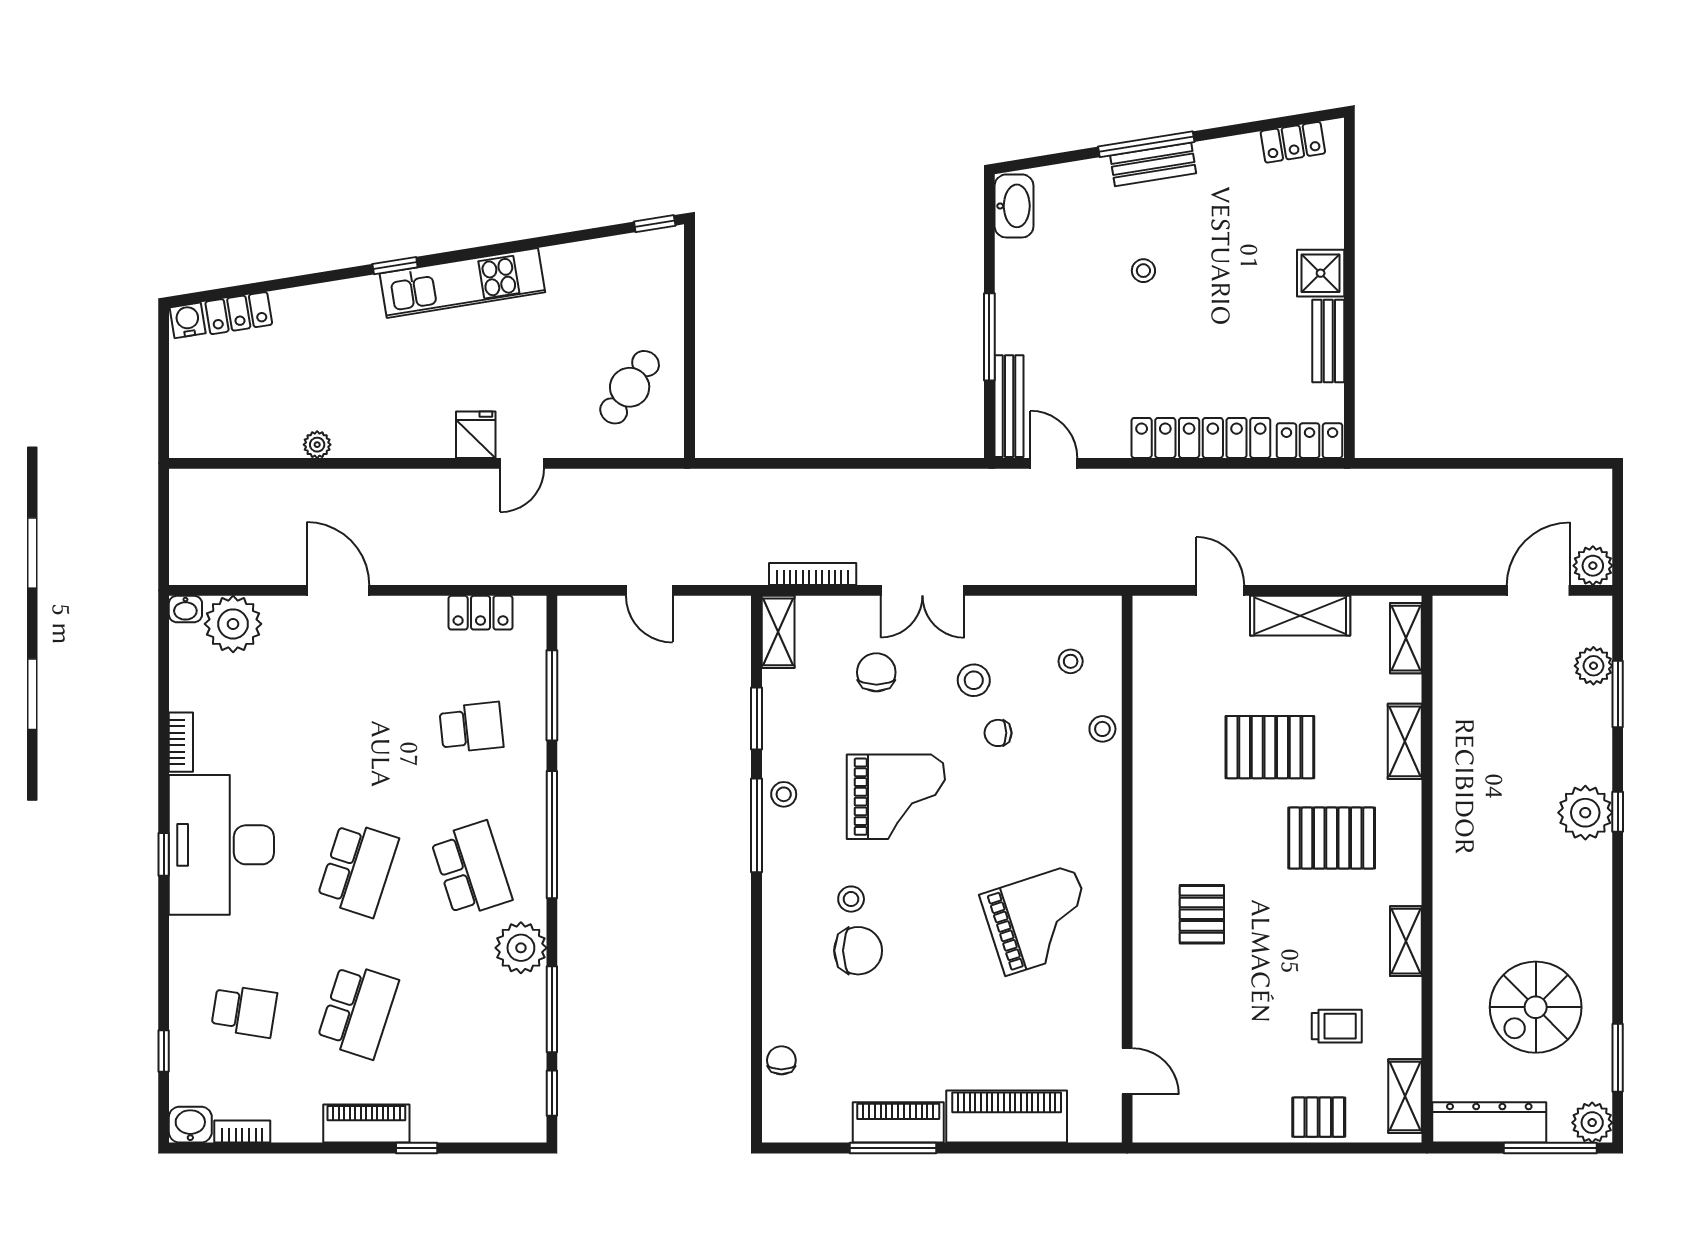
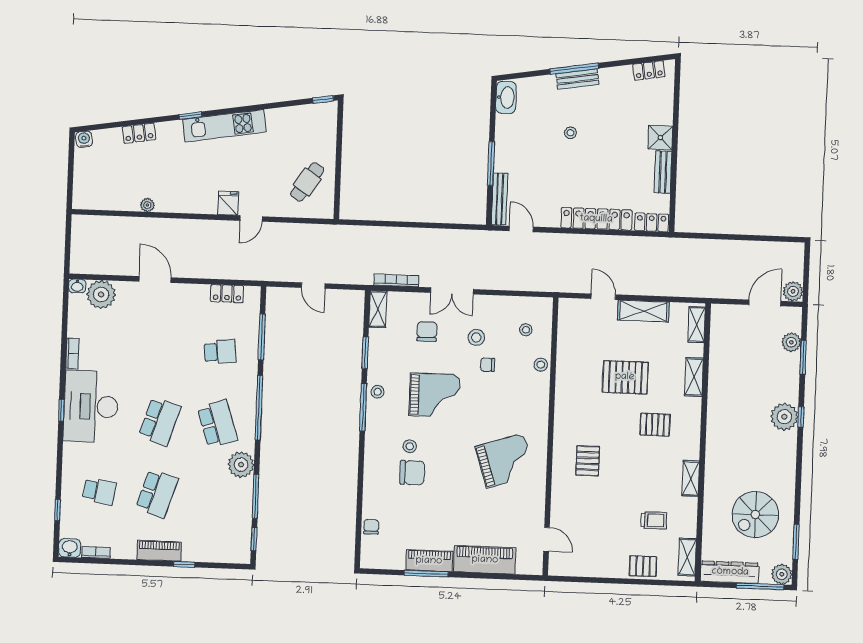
locker: (239, 313) -> (139, 133), moved
pallet: (1332, 838) -> (655, 425), width x0.67, depth x0.71

